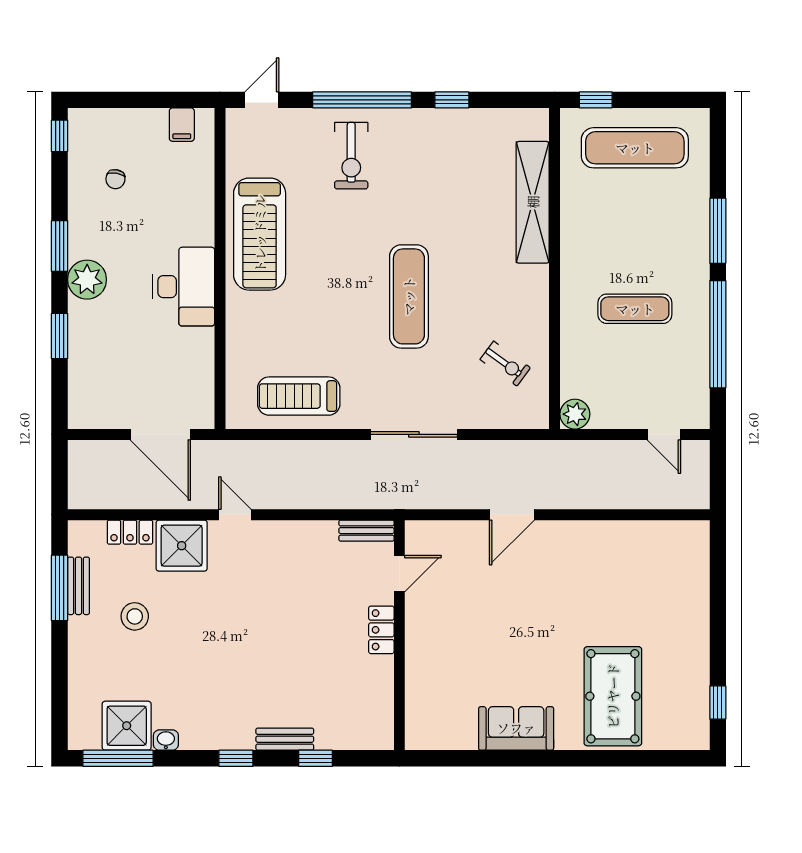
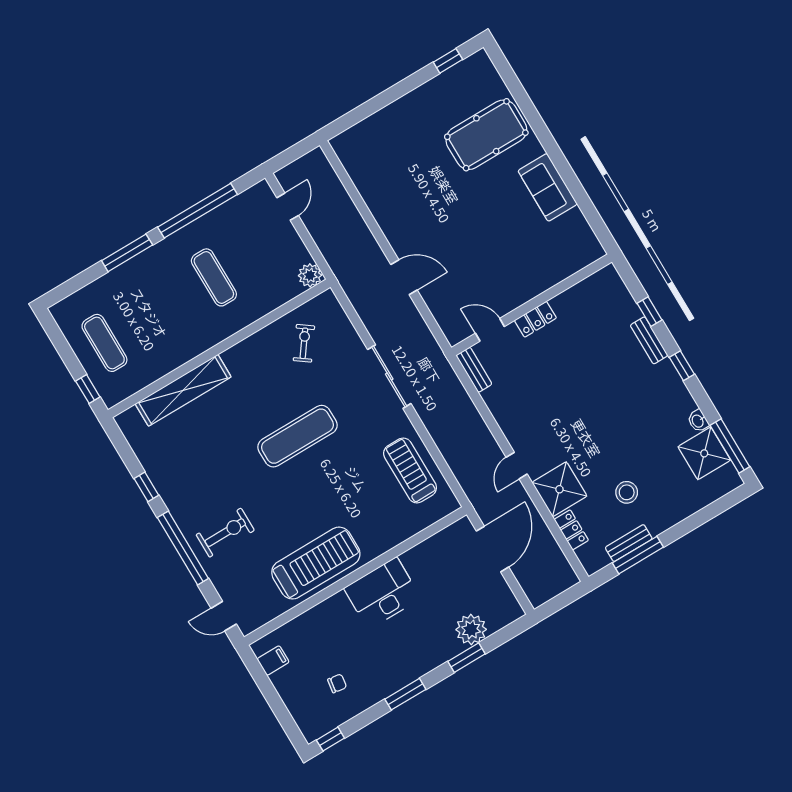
exercise mat: (635, 148) -> (104, 343), width x0.73, depth x0.69
plant: (87, 280) -> (471, 630), moved
treadmill: (299, 396) -> (410, 470), turned 180

